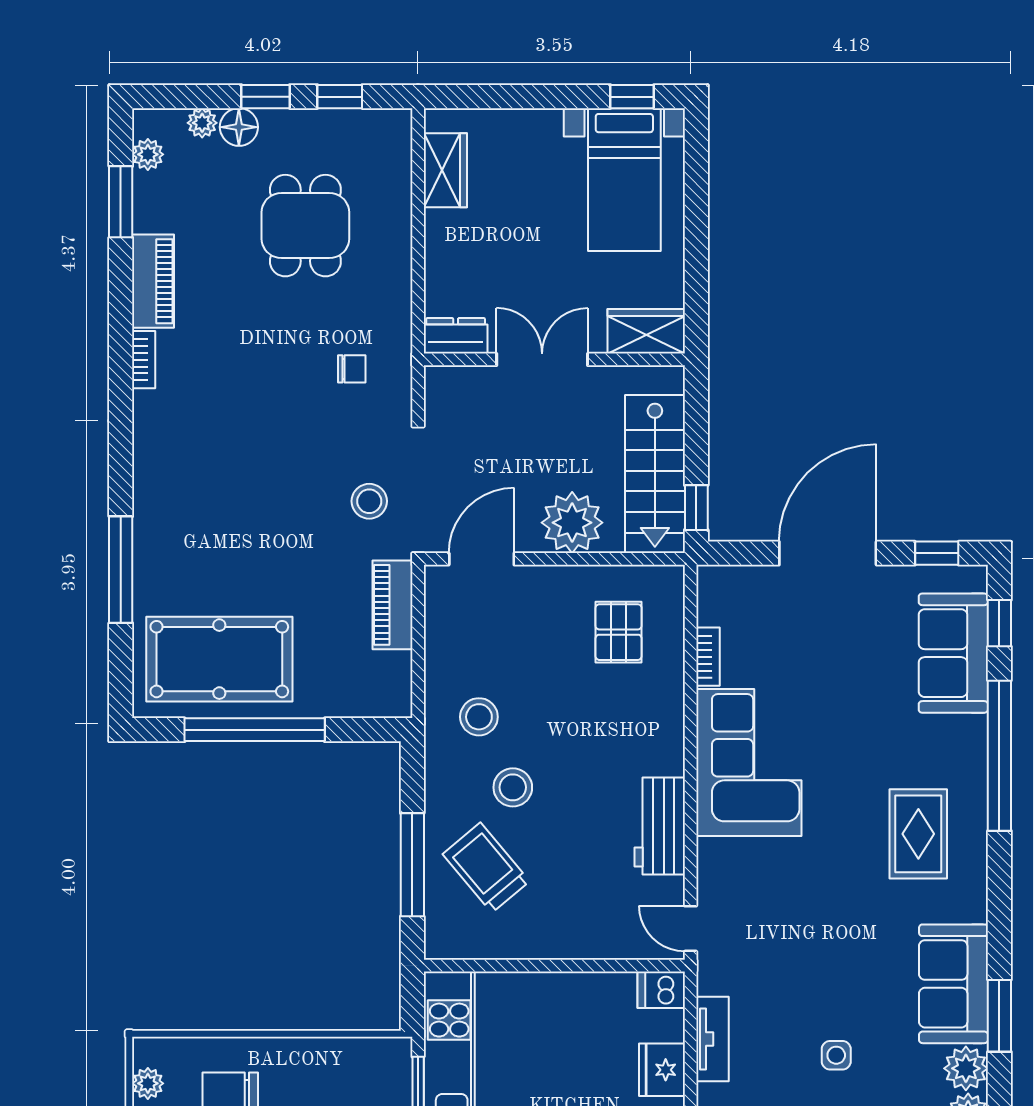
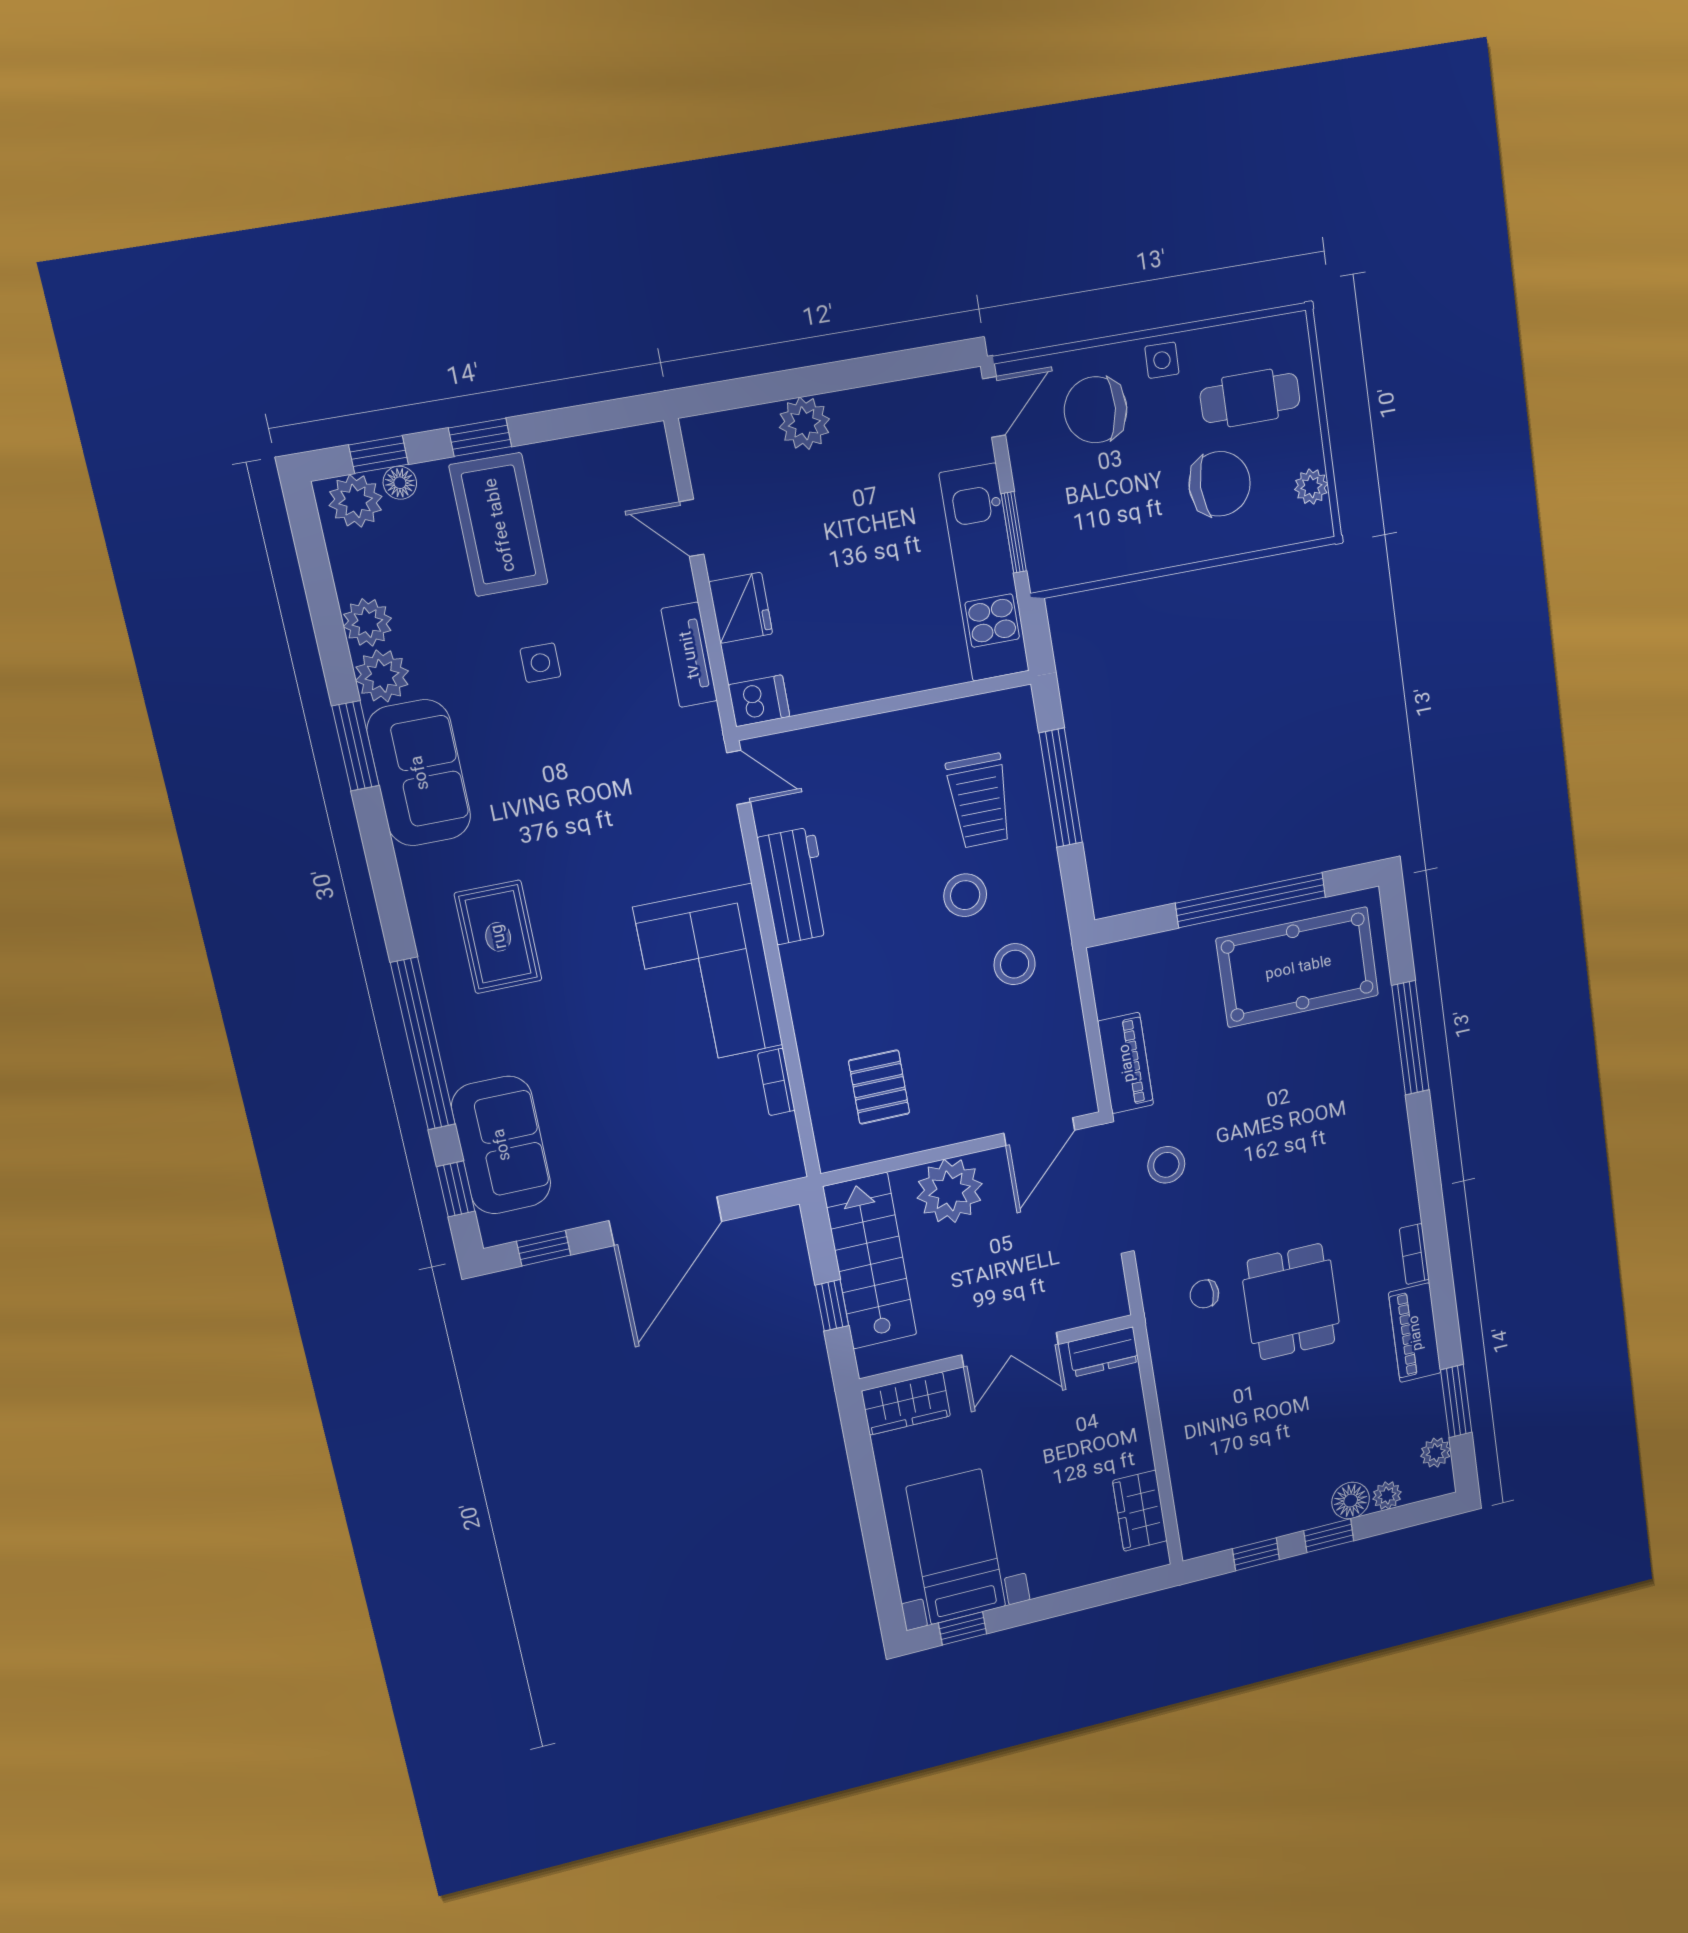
dining table: (305, 226) -> (1291, 1302), moved
window: (696, 508) -> (832, 1305), moved
trolley: (486, 868) -> (980, 801), turned 40

